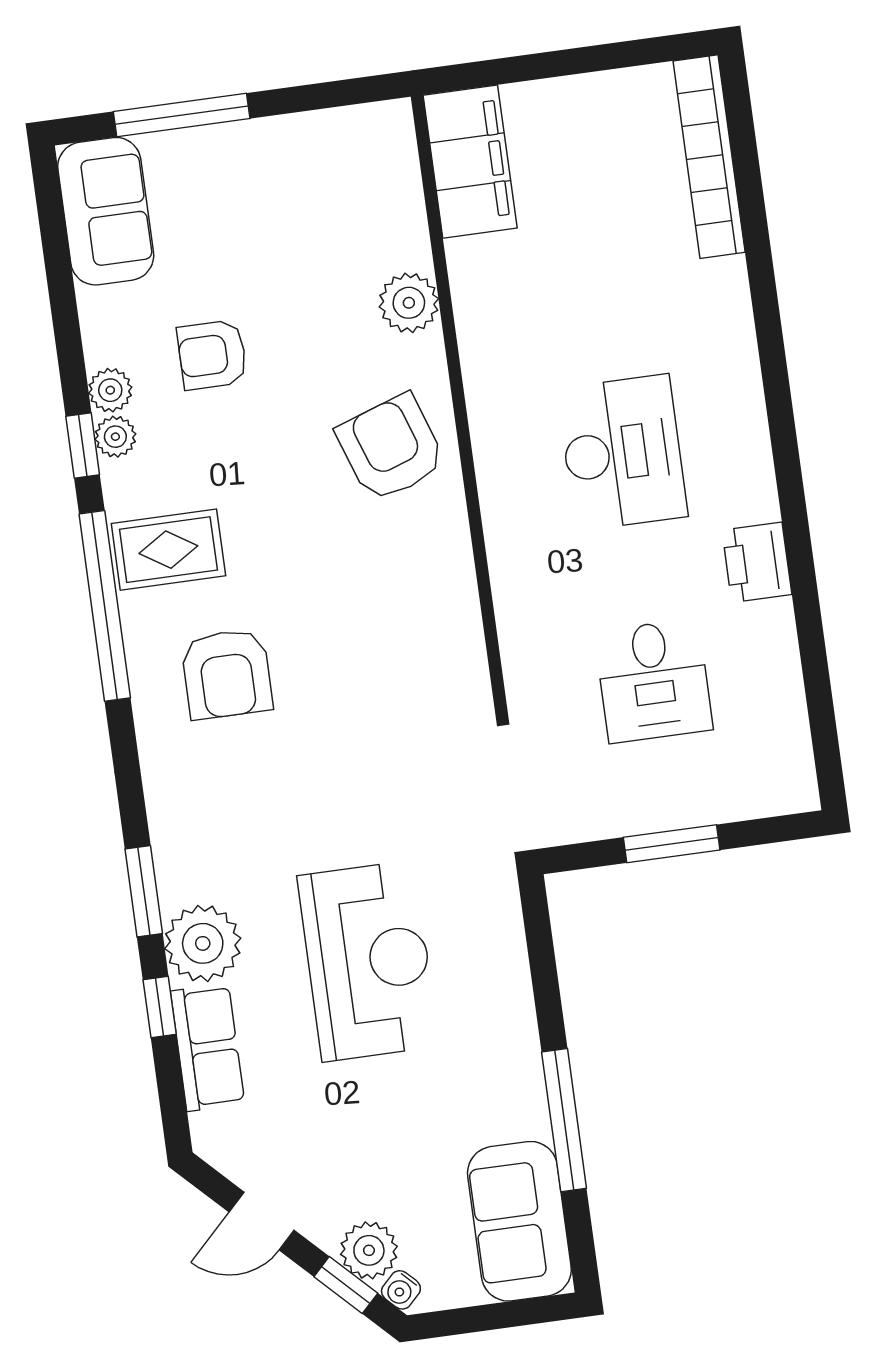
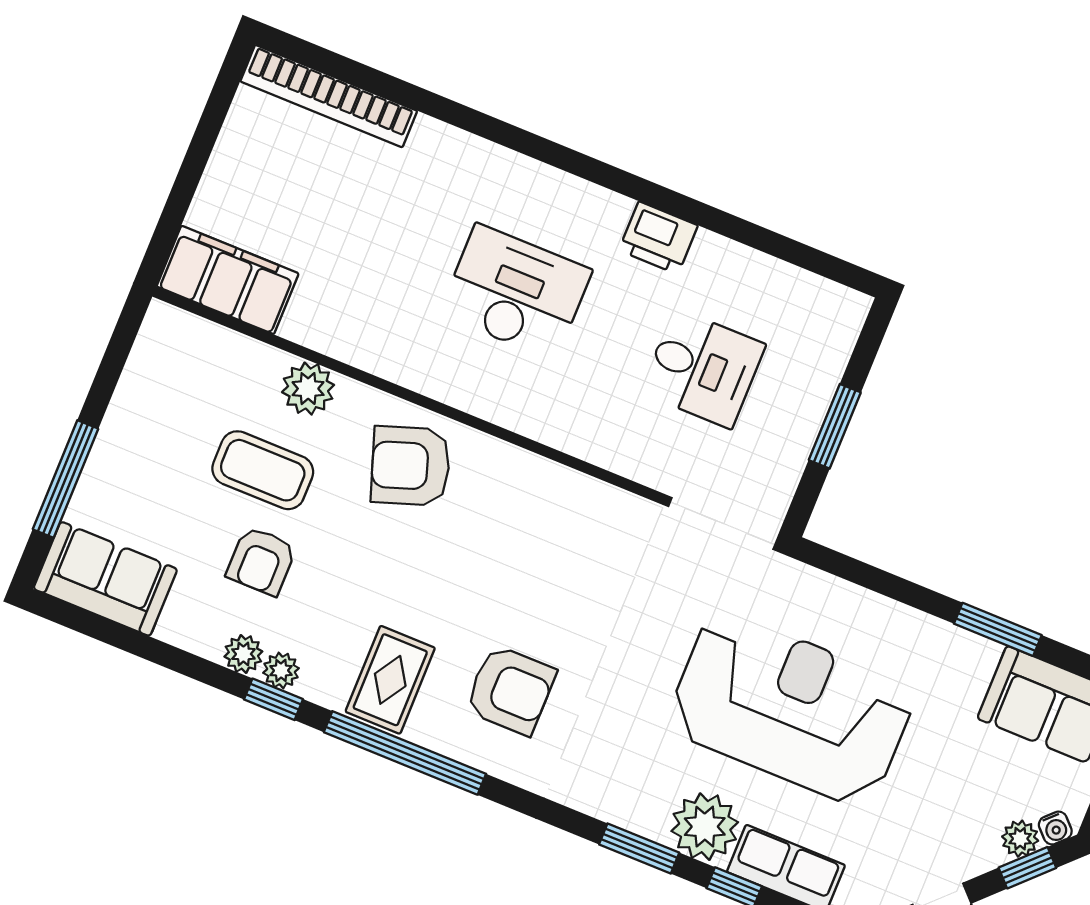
coffee table: (303, 305) -> (263, 470), added
reception desk: (368, 961) -> (791, 709), width x1.36, depth x1.30
window: (564, 1120) -> (998, 629), width x0.69
plant: (369, 1250) -> (1020, 839), width x0.73, depth x0.73

